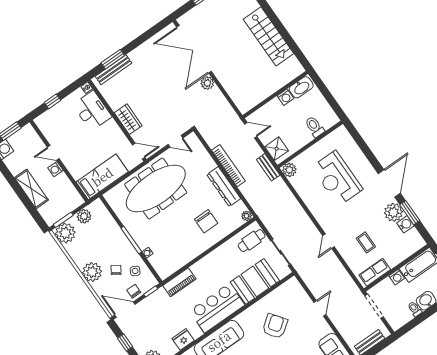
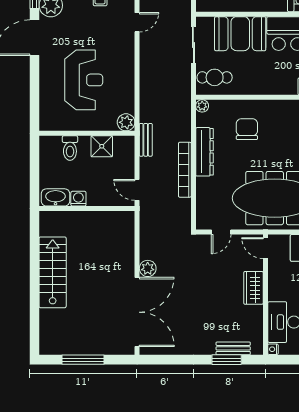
bench: (114, 70) -> (233, 348), width x0.73
door: (175, 141) -> (221, 232), swing flipped
shower: (277, 149) -> (102, 146), moved

